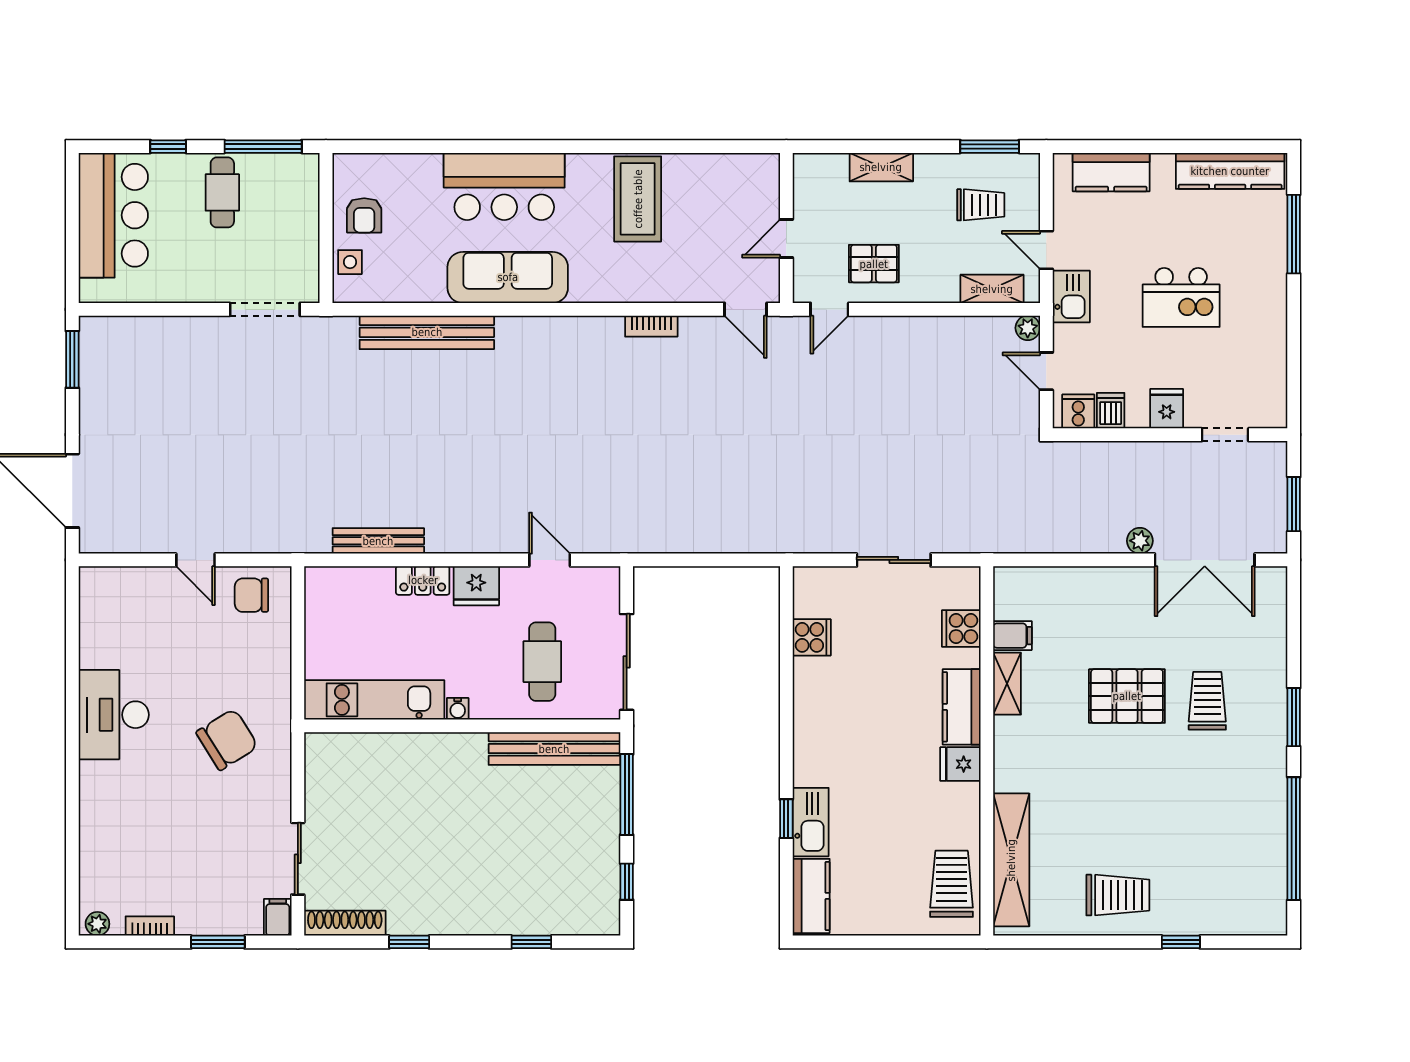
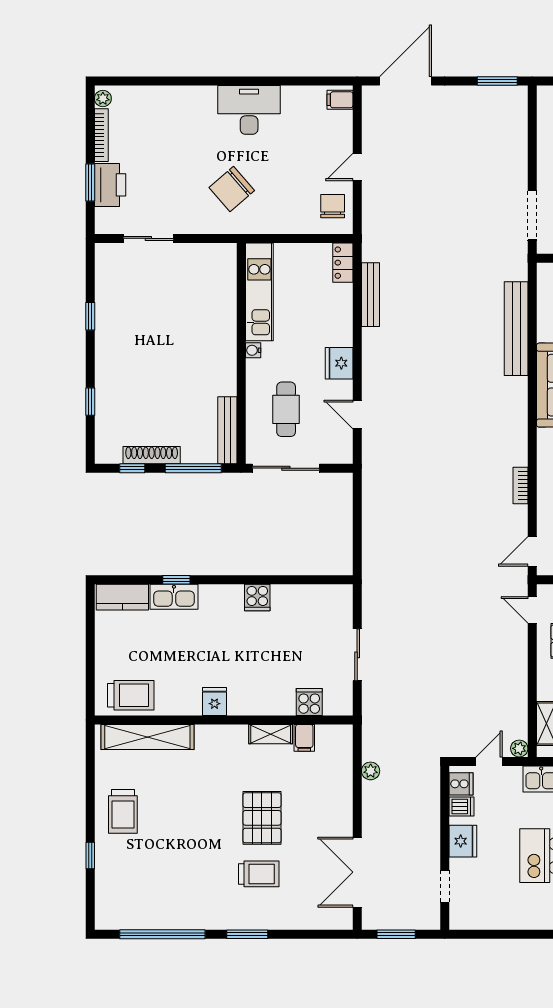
fridge: (1167, 409) -> (463, 841), width x1.38
plant: (1140, 541) -> (371, 771), moved
door: (550, 560) -> (357, 414), swing flipped
locker: (423, 580) -> (343, 263), moved
cooker: (812, 637) -> (257, 598), moved
cafe table: (542, 662) -> (286, 409), turned 90
kitchen counter: (962, 707) -> (254, 702), removed
chair: (227, 739) -> (232, 189), turned 81
bench: (554, 749) -> (227, 430), width x0.73, depth x0.82
printer: (221, 913) -> (110, 185), added
filing cabinet: (278, 917) -> (340, 100), moved, turned 180
shoe rack: (345, 923) -> (152, 455), moved, turned -90
bookcase: (150, 926) -> (101, 135), width x1.56

